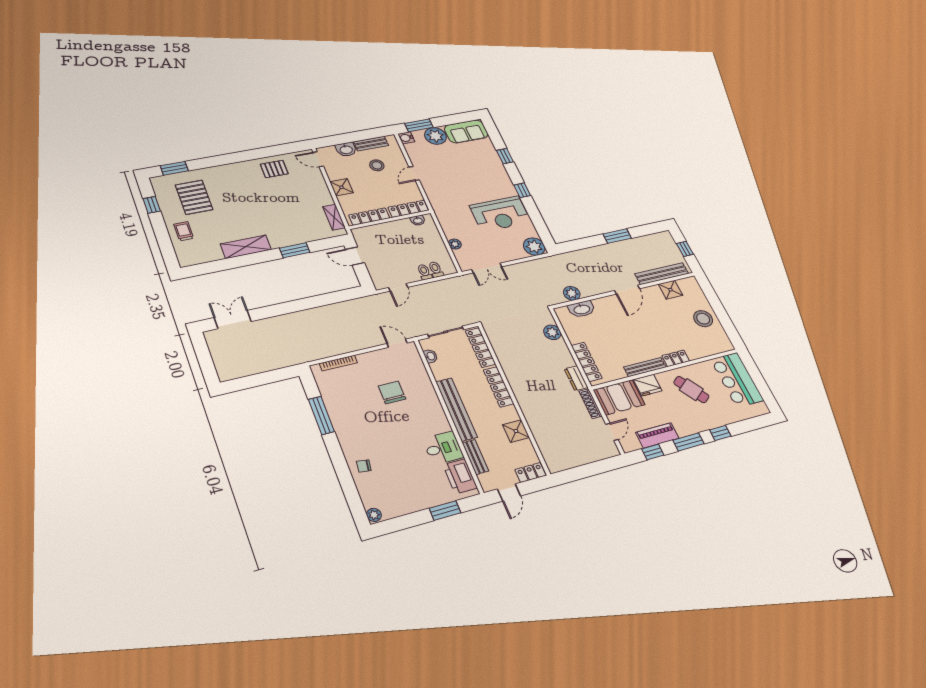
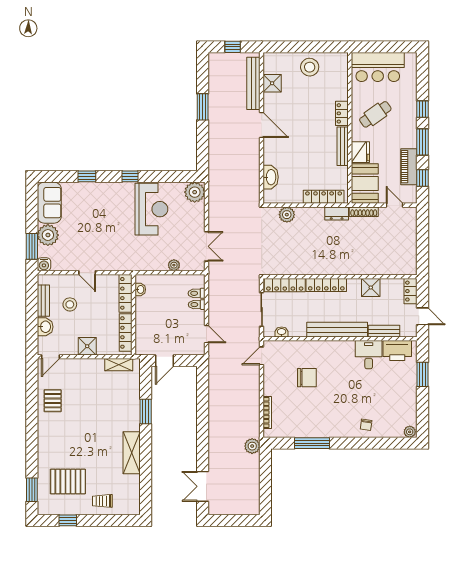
plant: (572, 293) -> (252, 446), moved
chair: (392, 392) -> (307, 378), turned 180

